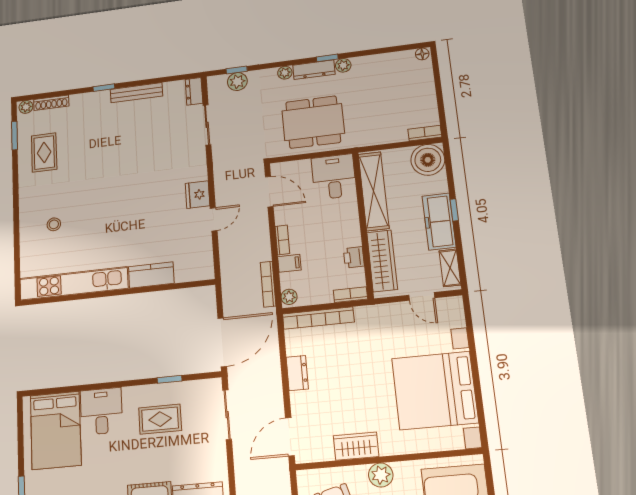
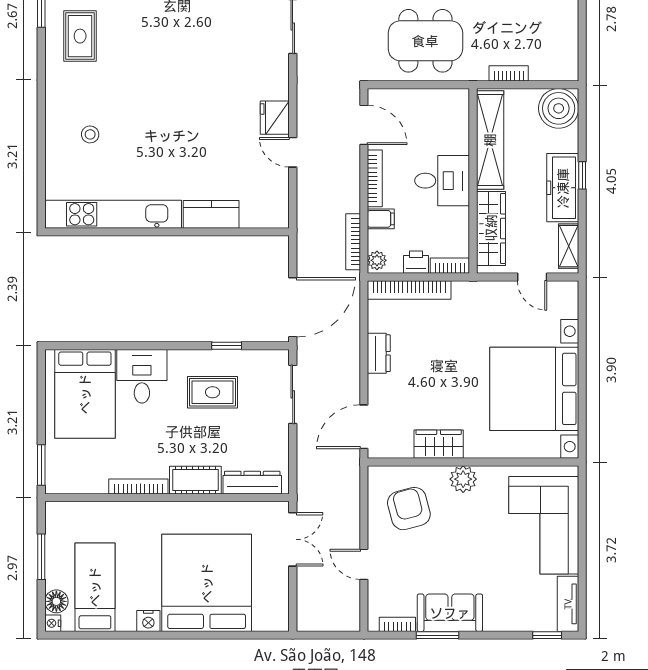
bookcase: (425, 133) -> (509, 73), moved
desk: (334, 177) -> (442, 181), moved, turned 90
door: (214, 219) -> (293, 152), swing flipped
bookcase: (282, 240) -> (375, 178), width x1.56
printer: (354, 257) -> (416, 262), moved, turned 90

